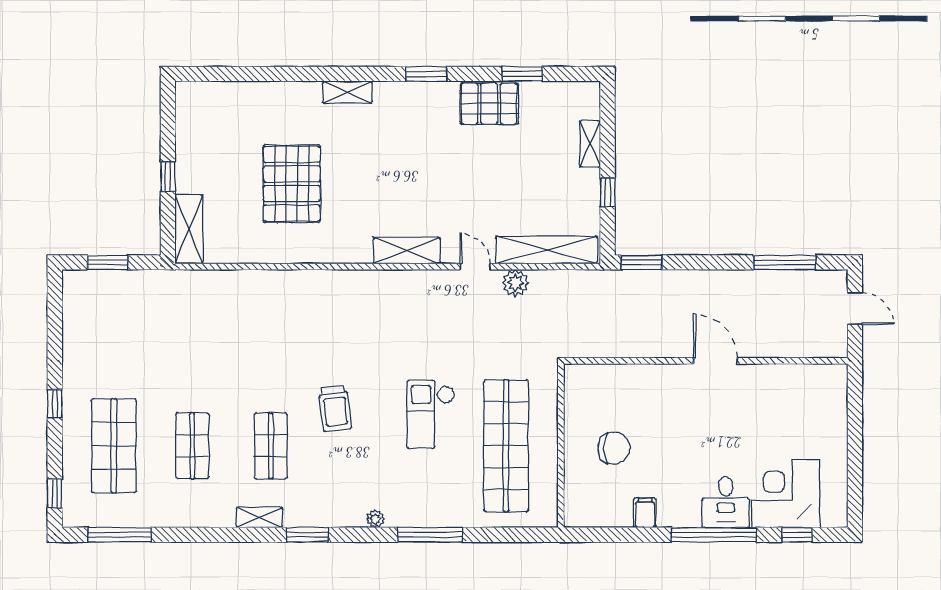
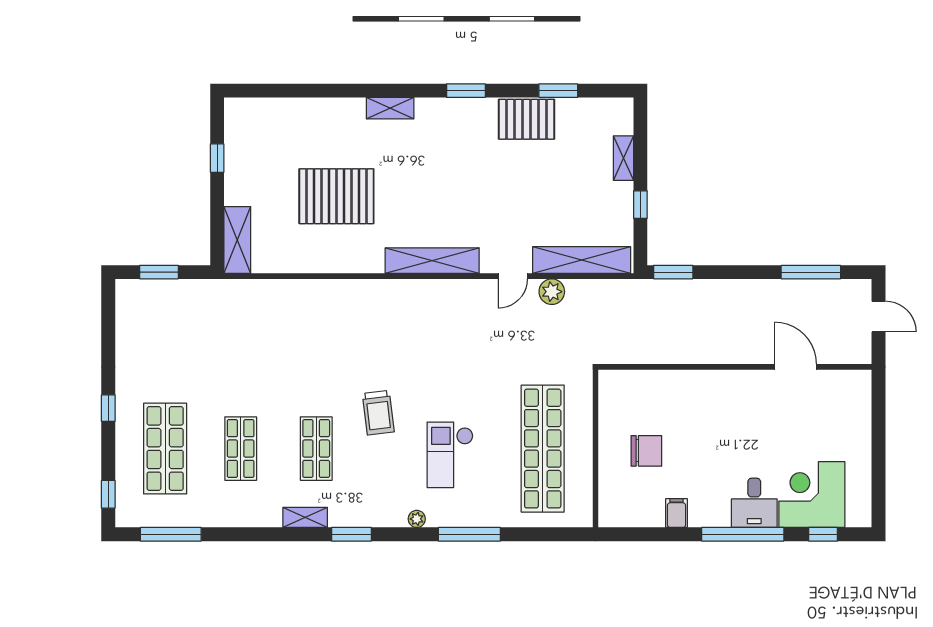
window: (168, 177) -> (217, 158), moved
pallet: (292, 184) -> (336, 196), turned 90
shelving: (407, 250) -> (432, 261), width x1.47
door: (475, 267) -> (513, 276), swing flipped
door: (715, 361) -> (795, 367), moved
checkout: (431, 414) -> (450, 455), moved

